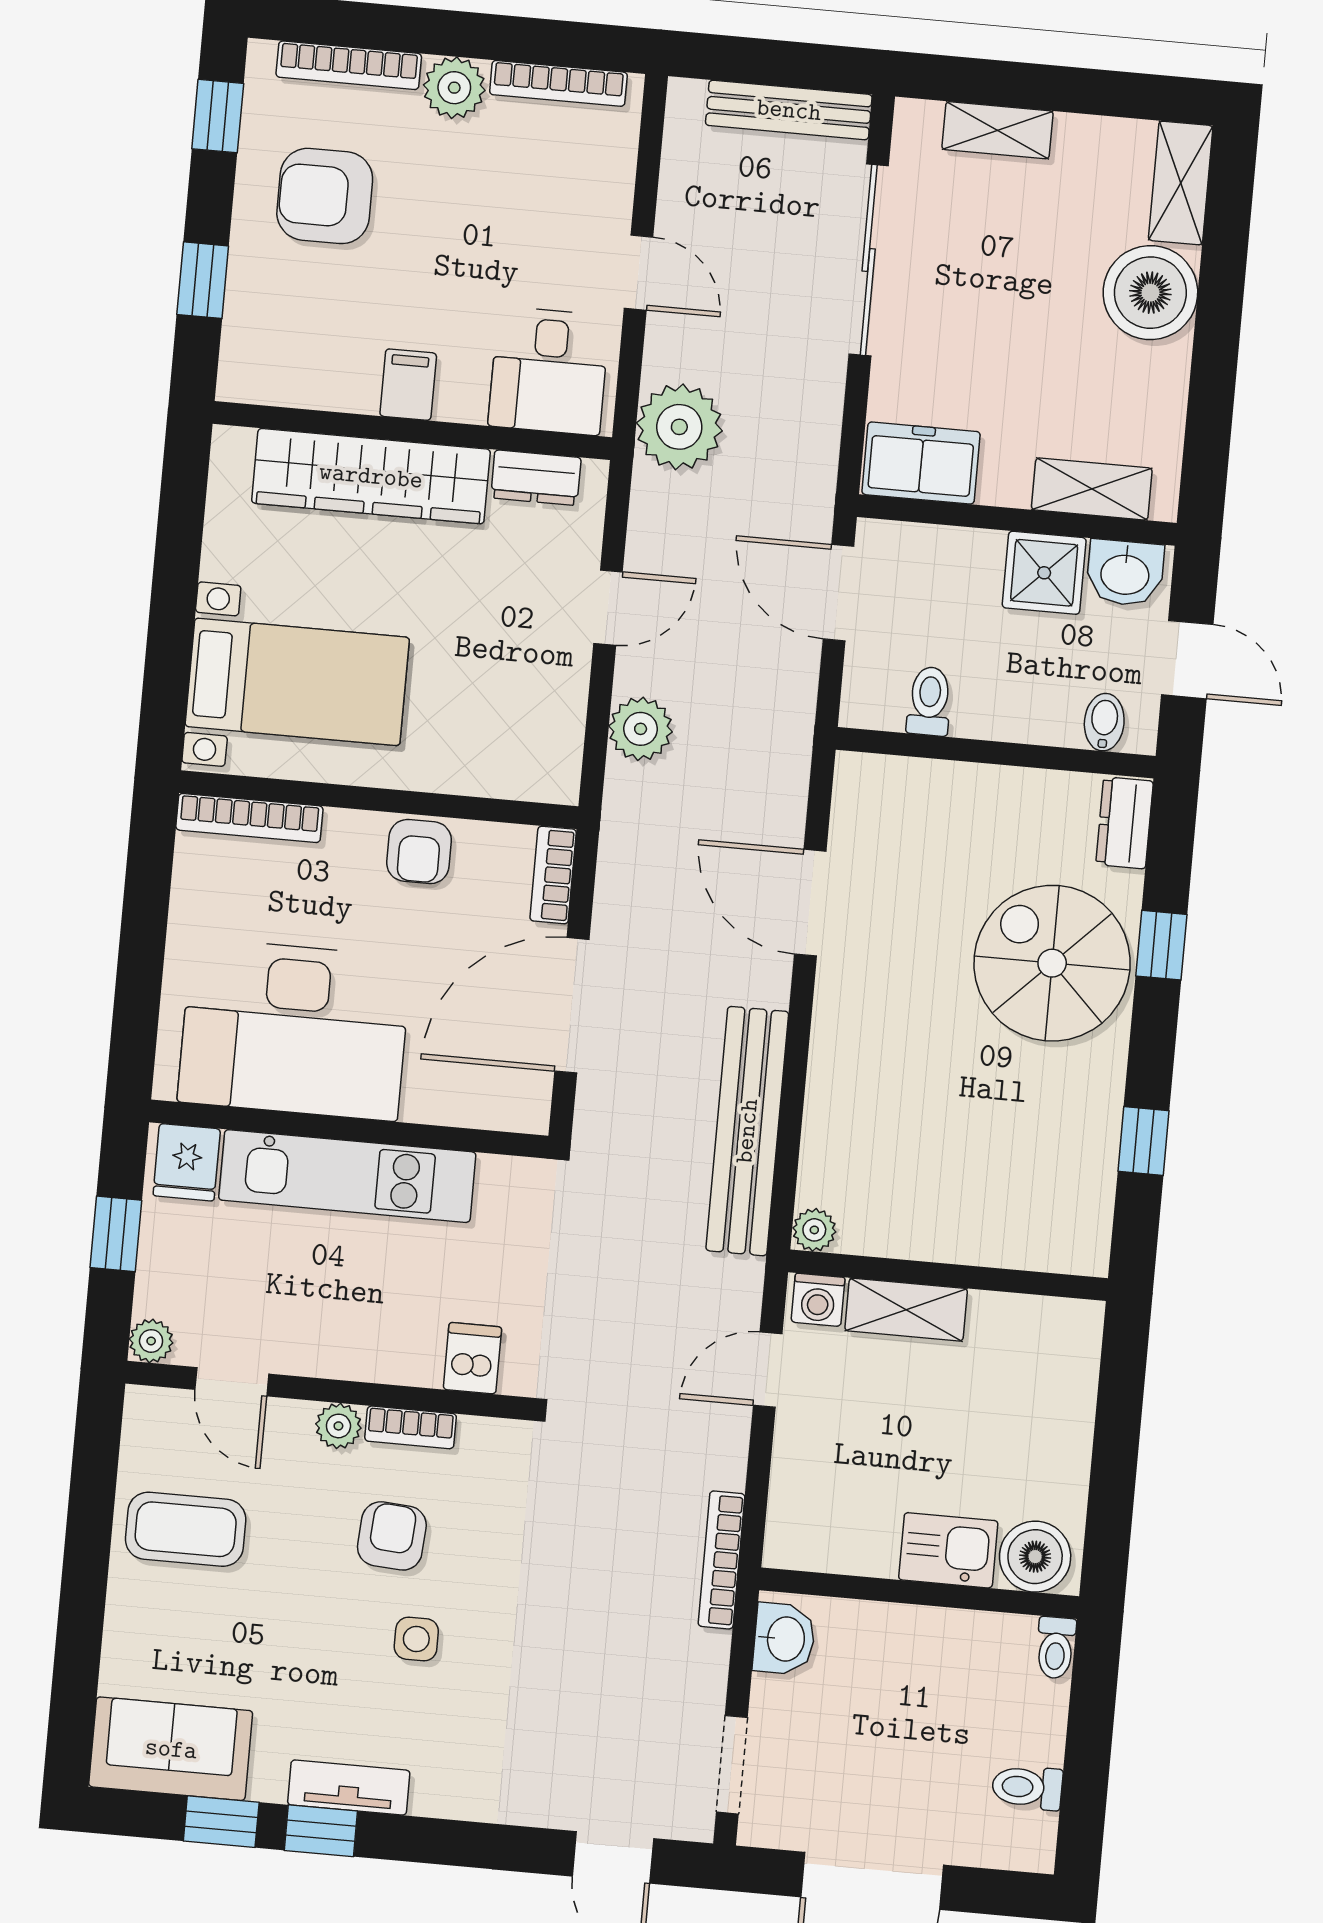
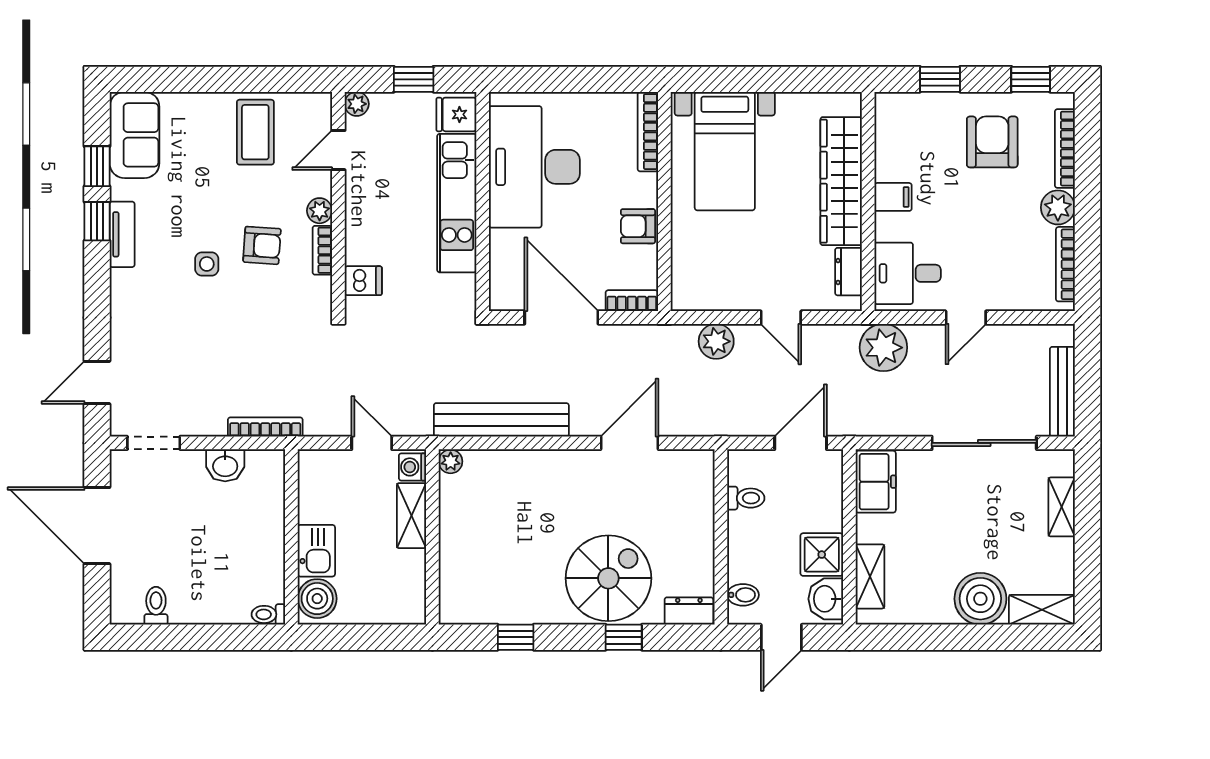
kitchen sink: (948, 1550) -> (316, 551), moved
boiler: (1035, 1557) -> (317, 599), moved
wall: (919, 1593) -> (291, 537), moved
toilet: (1056, 1648) -> (268, 614), moved

